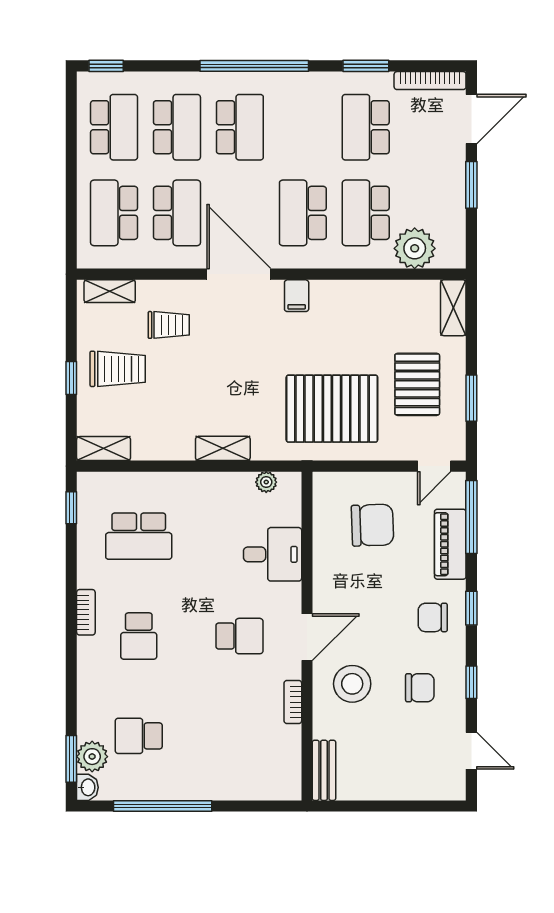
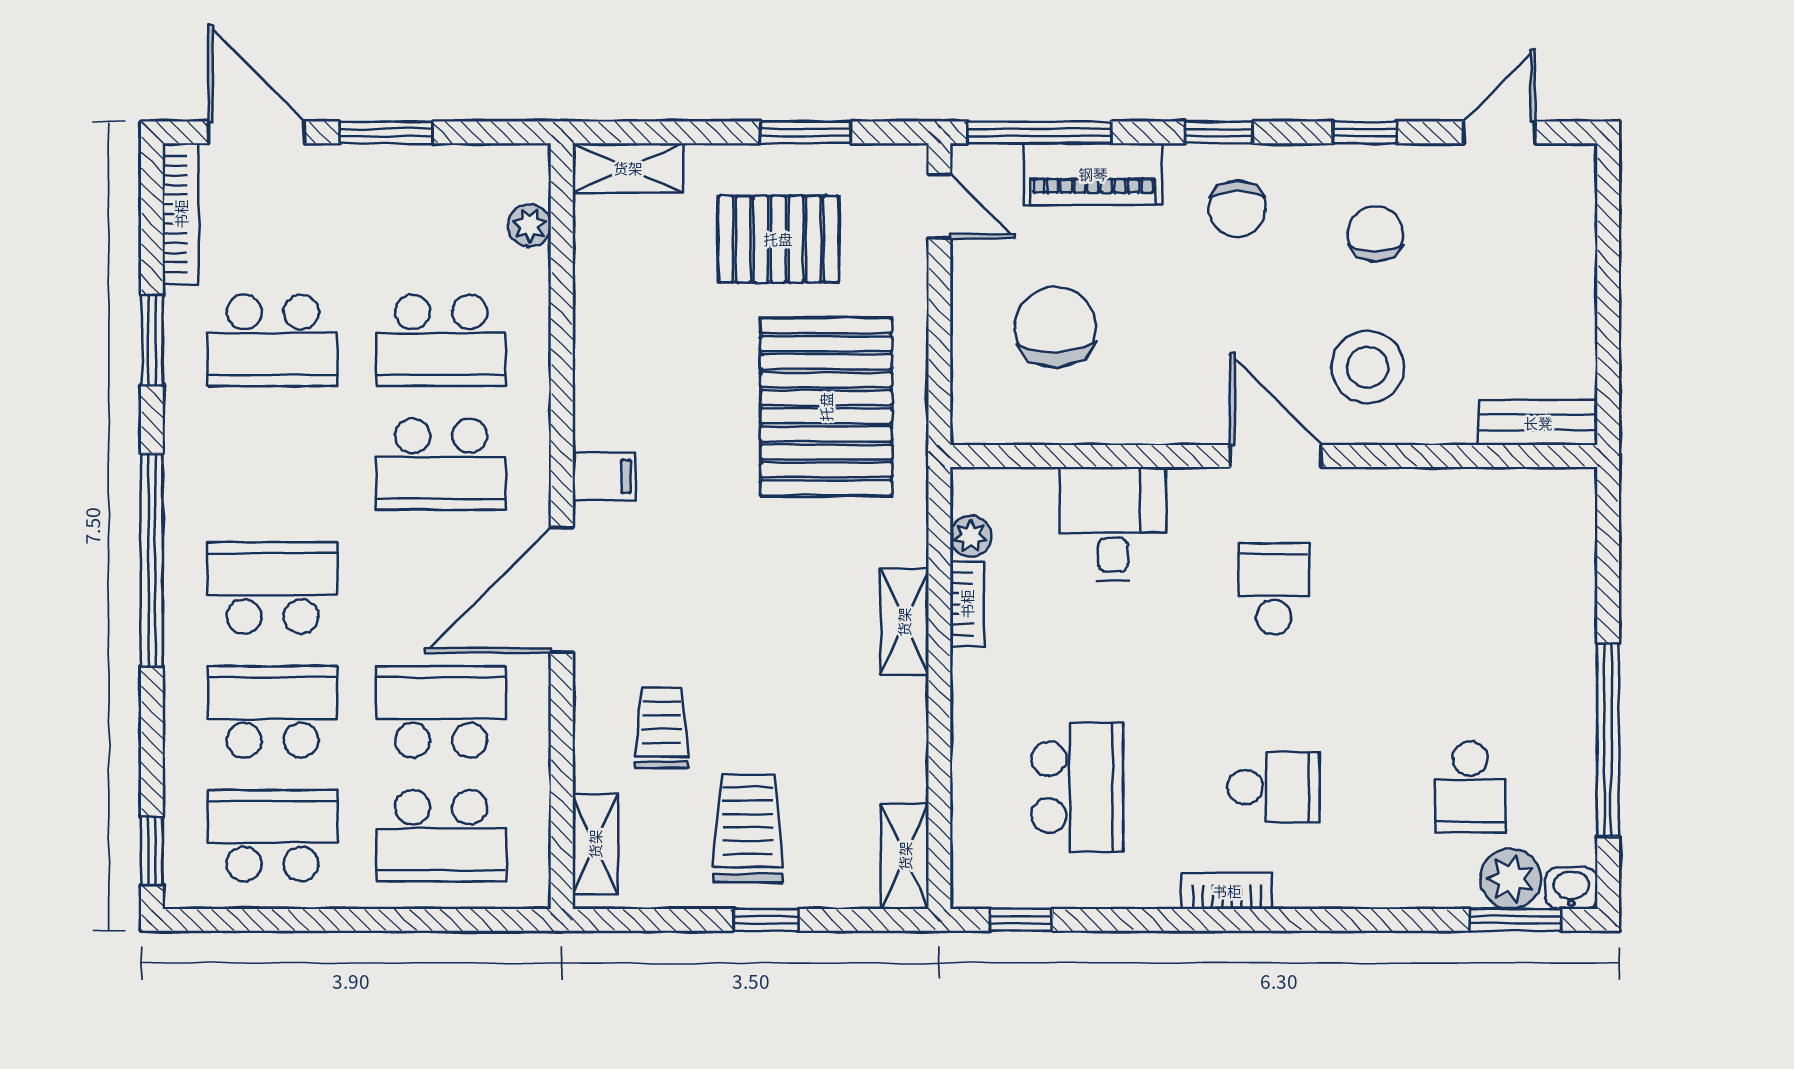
plant: (415, 248) -> (530, 225), width x0.53, depth x0.53
bookcase: (293, 702) -> (967, 604), moved, turned -90

